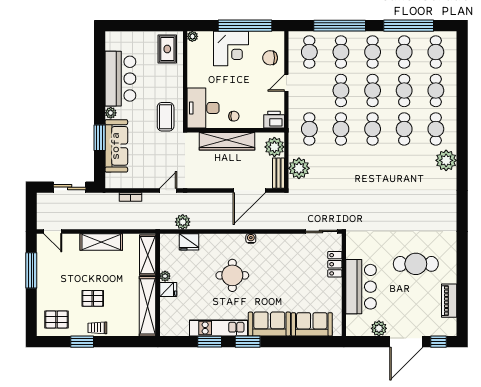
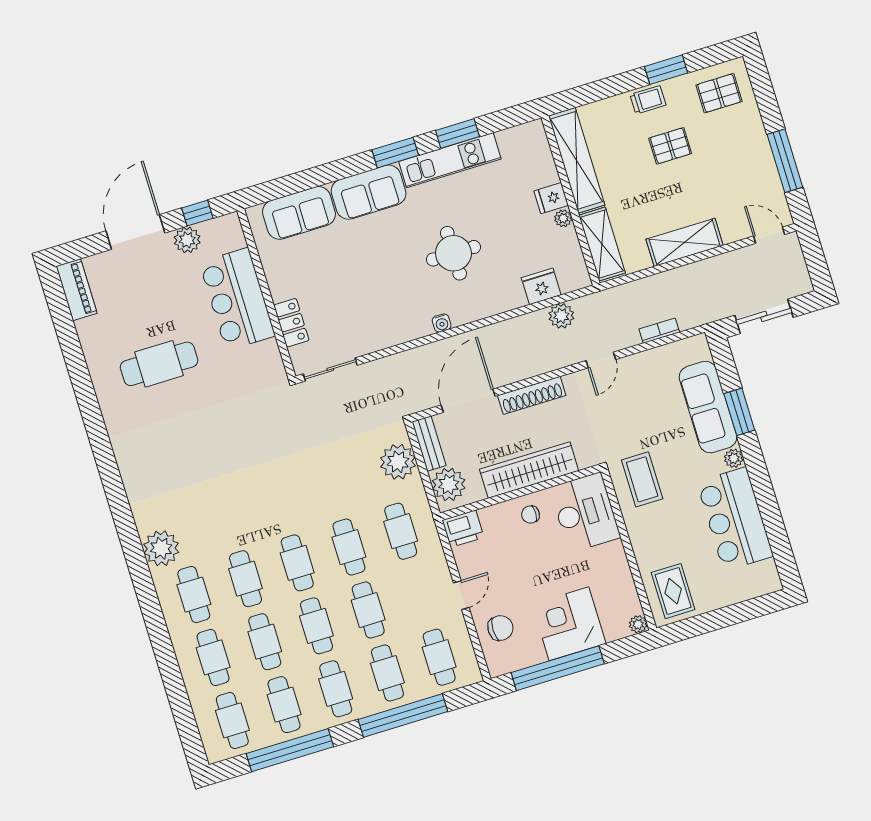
shoe rack: (213, 182) -> (532, 395), added
piano: (449, 301) -> (77, 290), moved
window: (439, 342) -> (197, 213), moved

